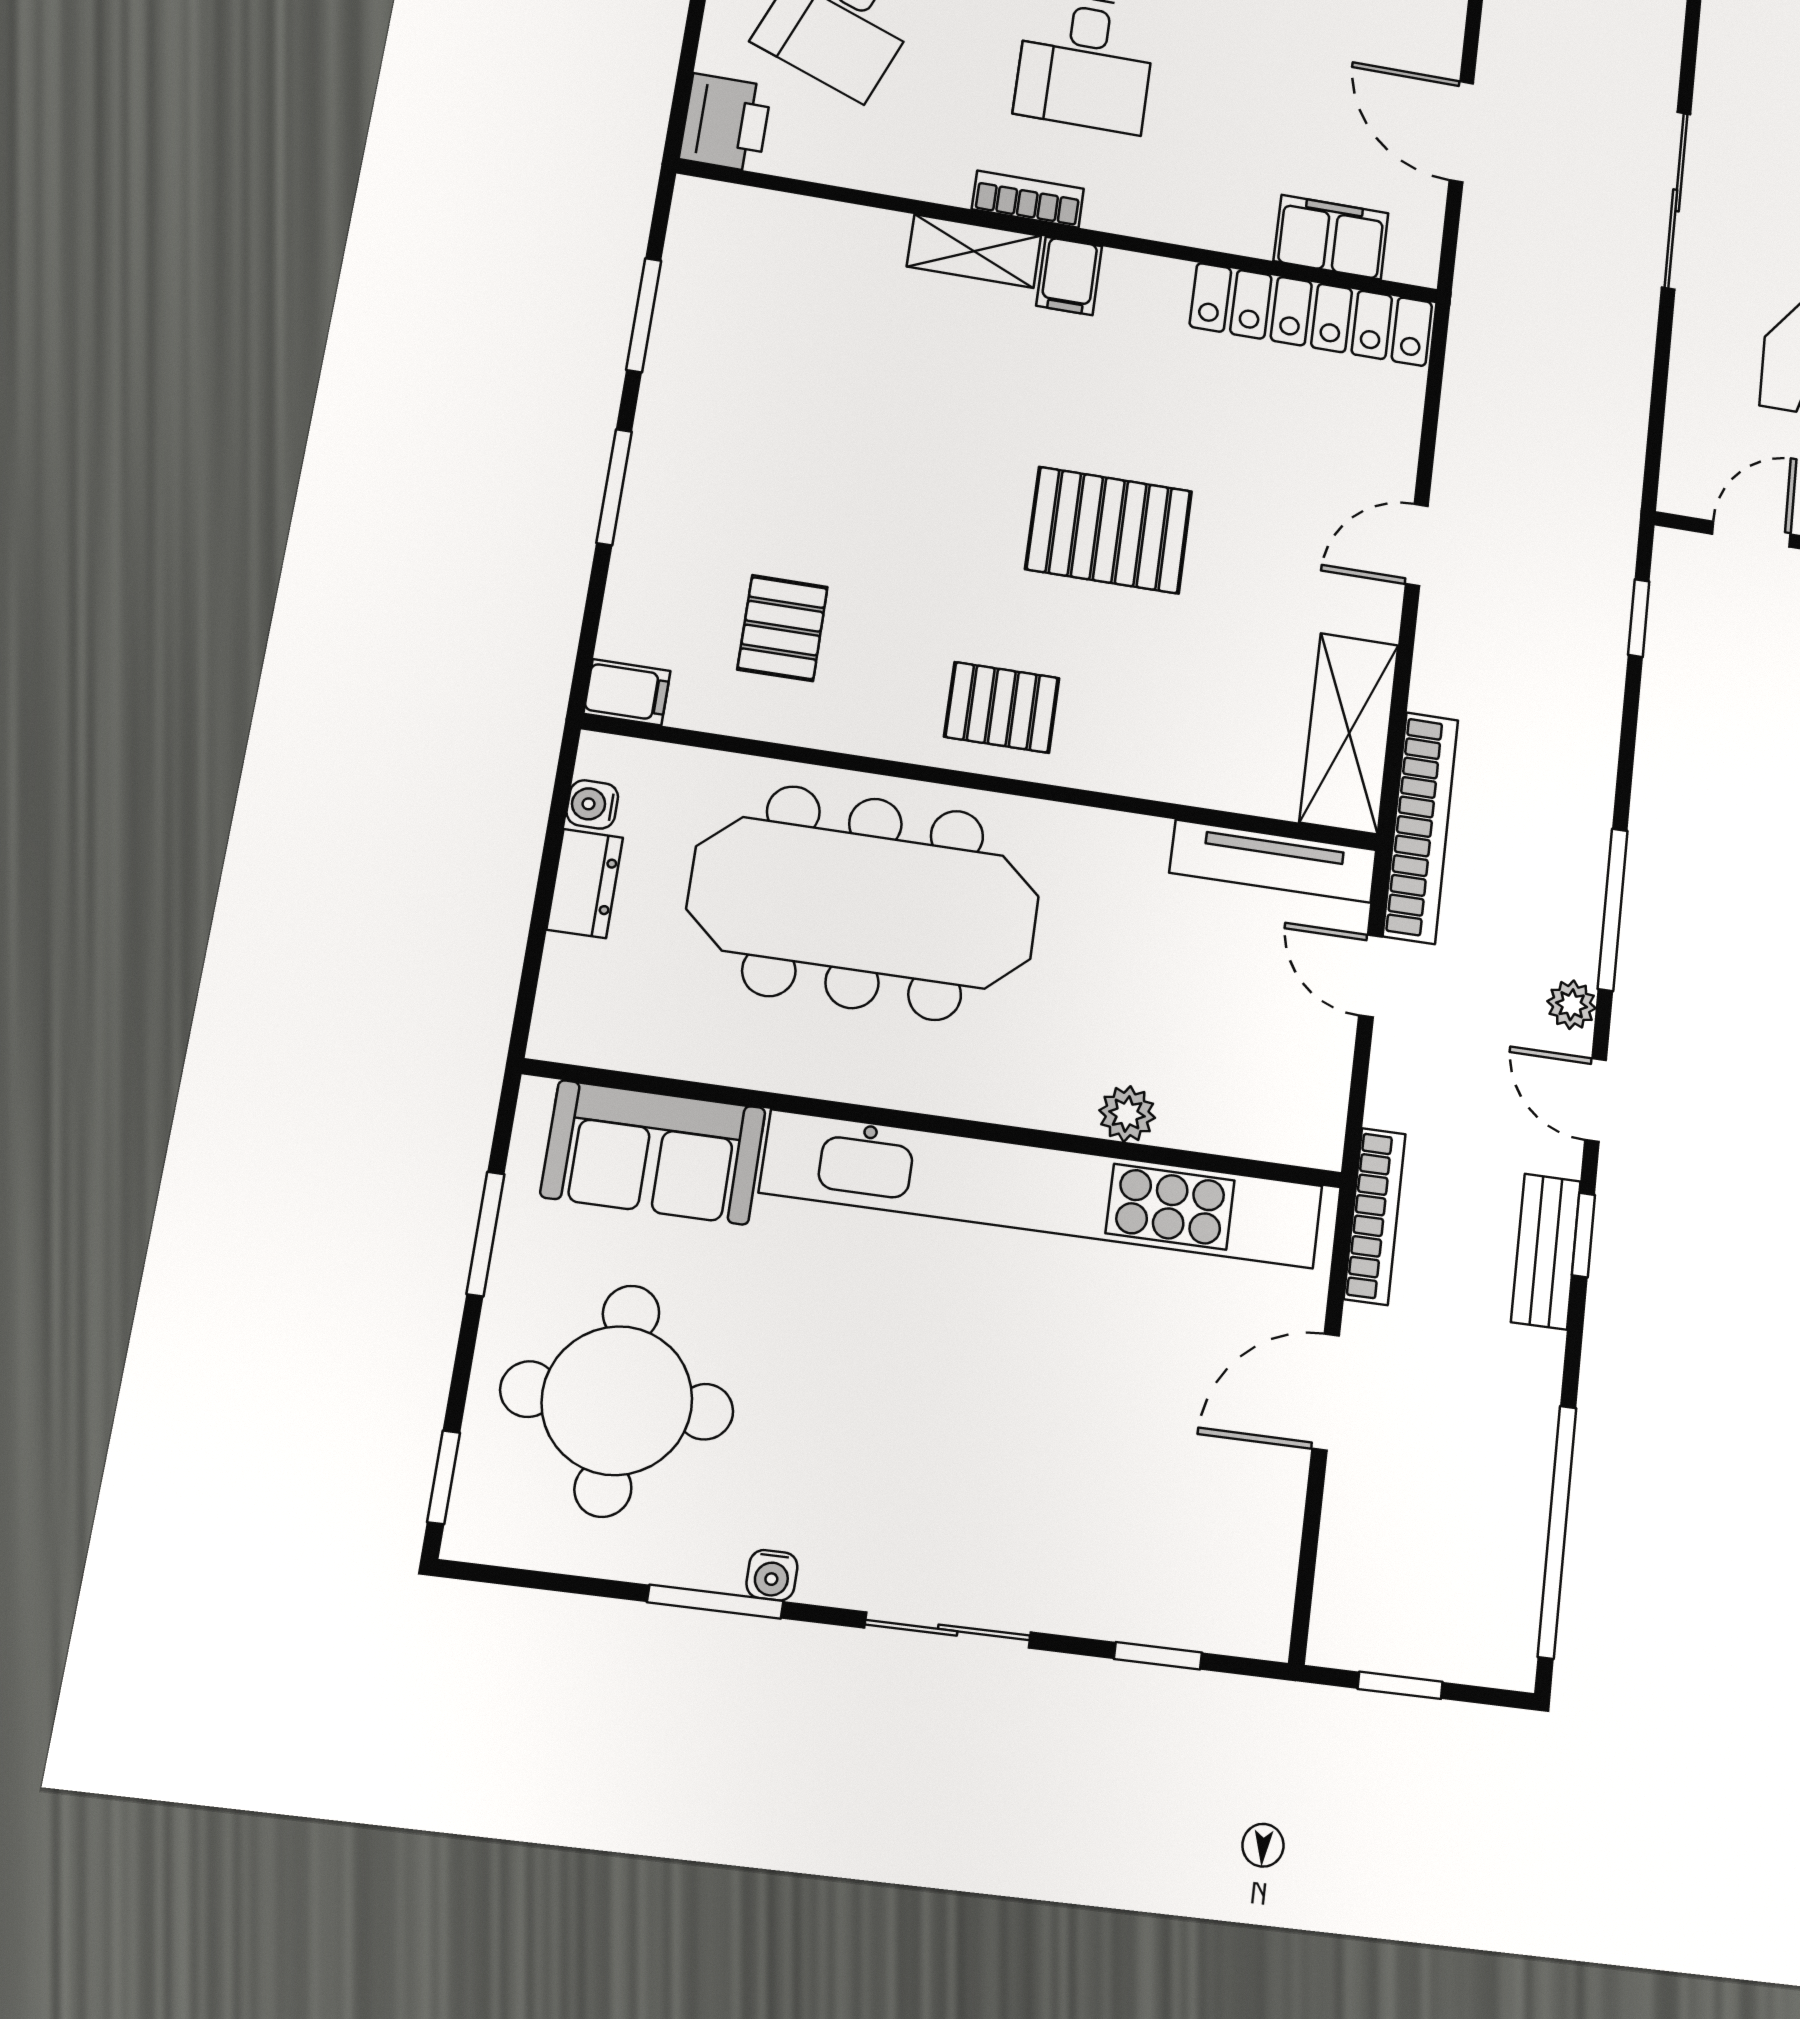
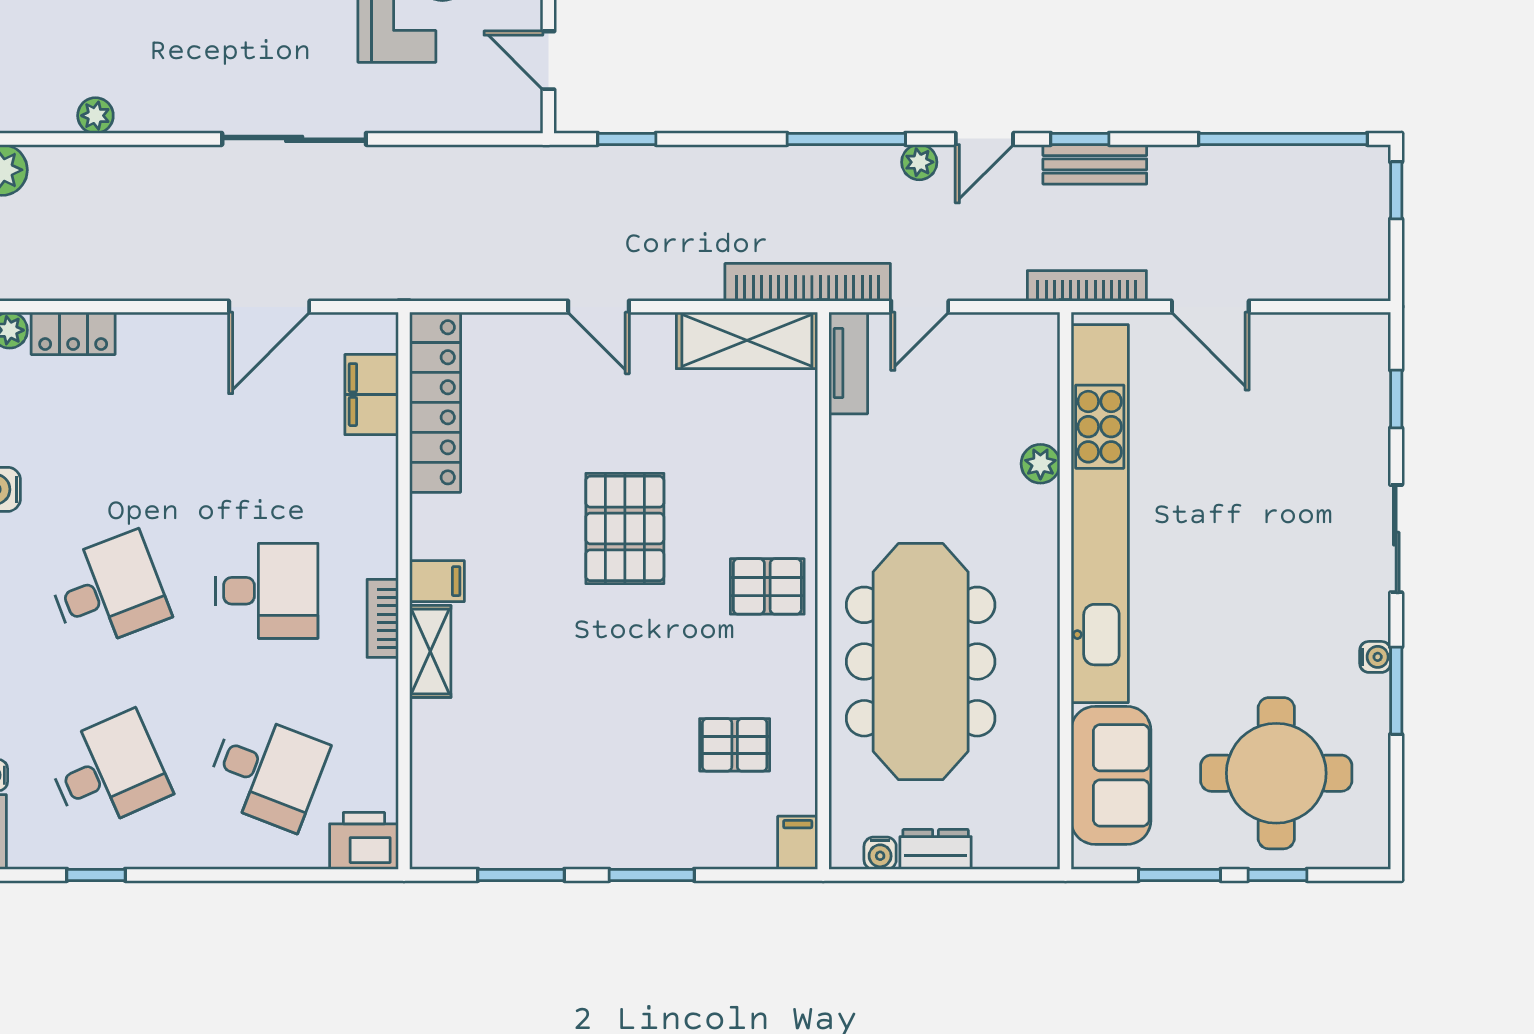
pallet: (1002, 707) -> (767, 586), turned 90
tv unit: (1273, 861) -> (848, 363), width x0.71
window: (444, 1477) -> (1277, 875), moved
window: (1400, 1685) -> (1396, 190), moved

